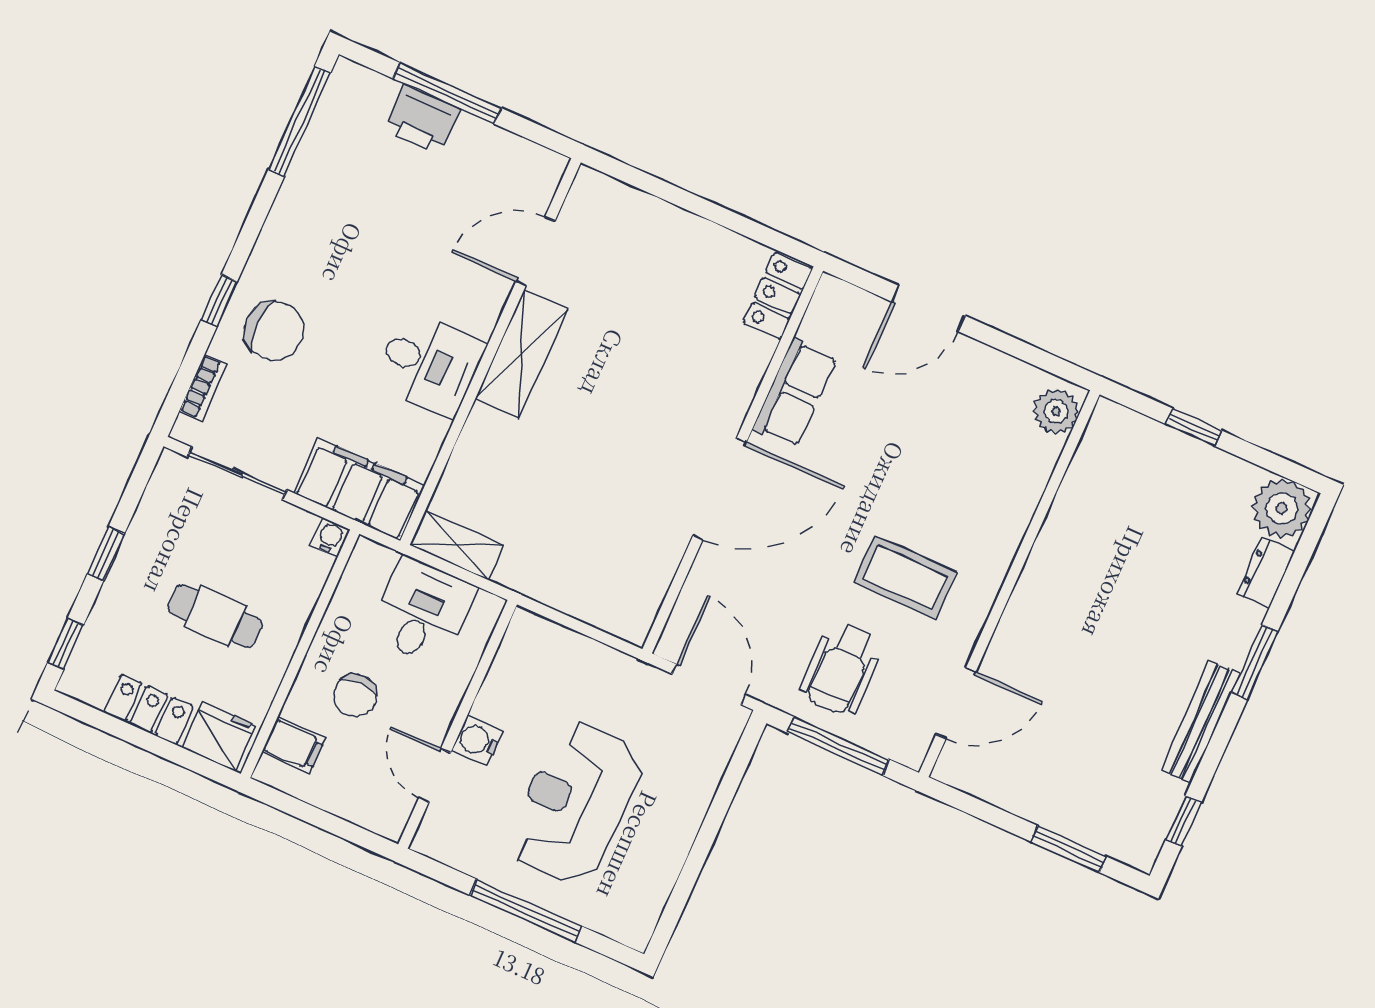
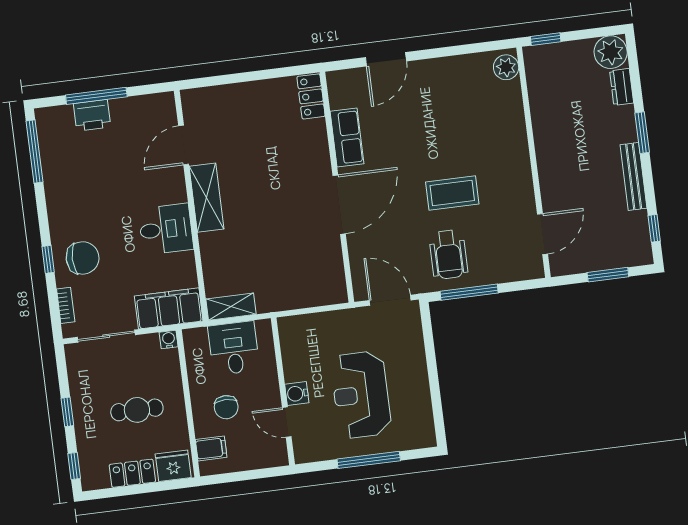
plant: (1056, 411) -> (506, 67), moved
wall: (1009, 584) -> (533, 162), moved
door: (956, 703) -> (543, 234), moved

